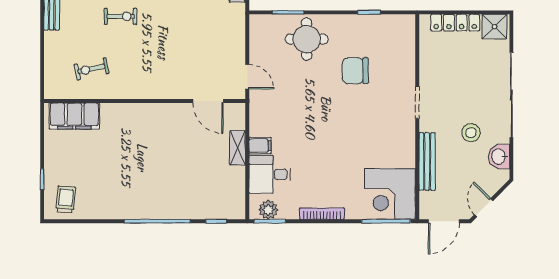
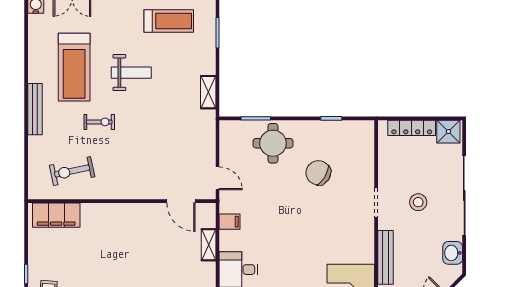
exercise bike: (91, 69) -> (72, 171), width x1.38, depth x1.39
chair: (355, 71) -> (318, 173), turned 31
stool: (471, 133) -> (418, 202), moved
filing cabinet: (260, 146) -> (230, 222), moved

